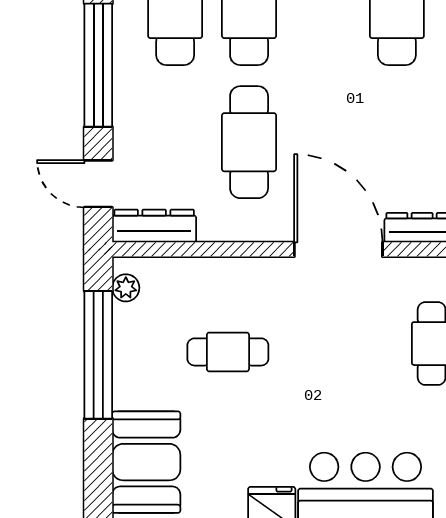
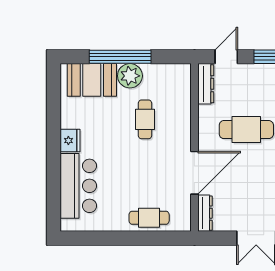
plant: (126, 288) -> (130, 76), moved, width x1.87, depth x1.87
window: (98, 355) -> (120, 57), moved

